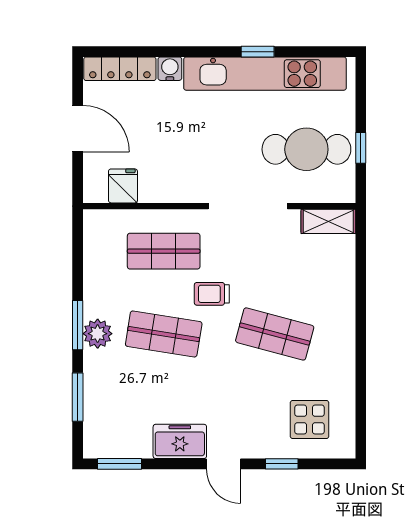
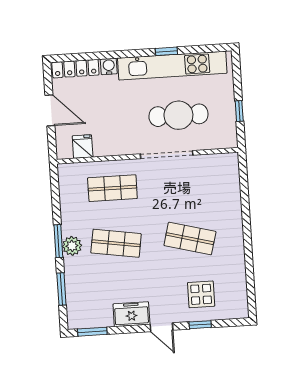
cafe table: (306, 149) -> (178, 115), moved
shelving: (328, 221) -> (221, 161), removed
trolley: (212, 294) -> (146, 214), removed
display table: (310, 420) -> (201, 294), moved

